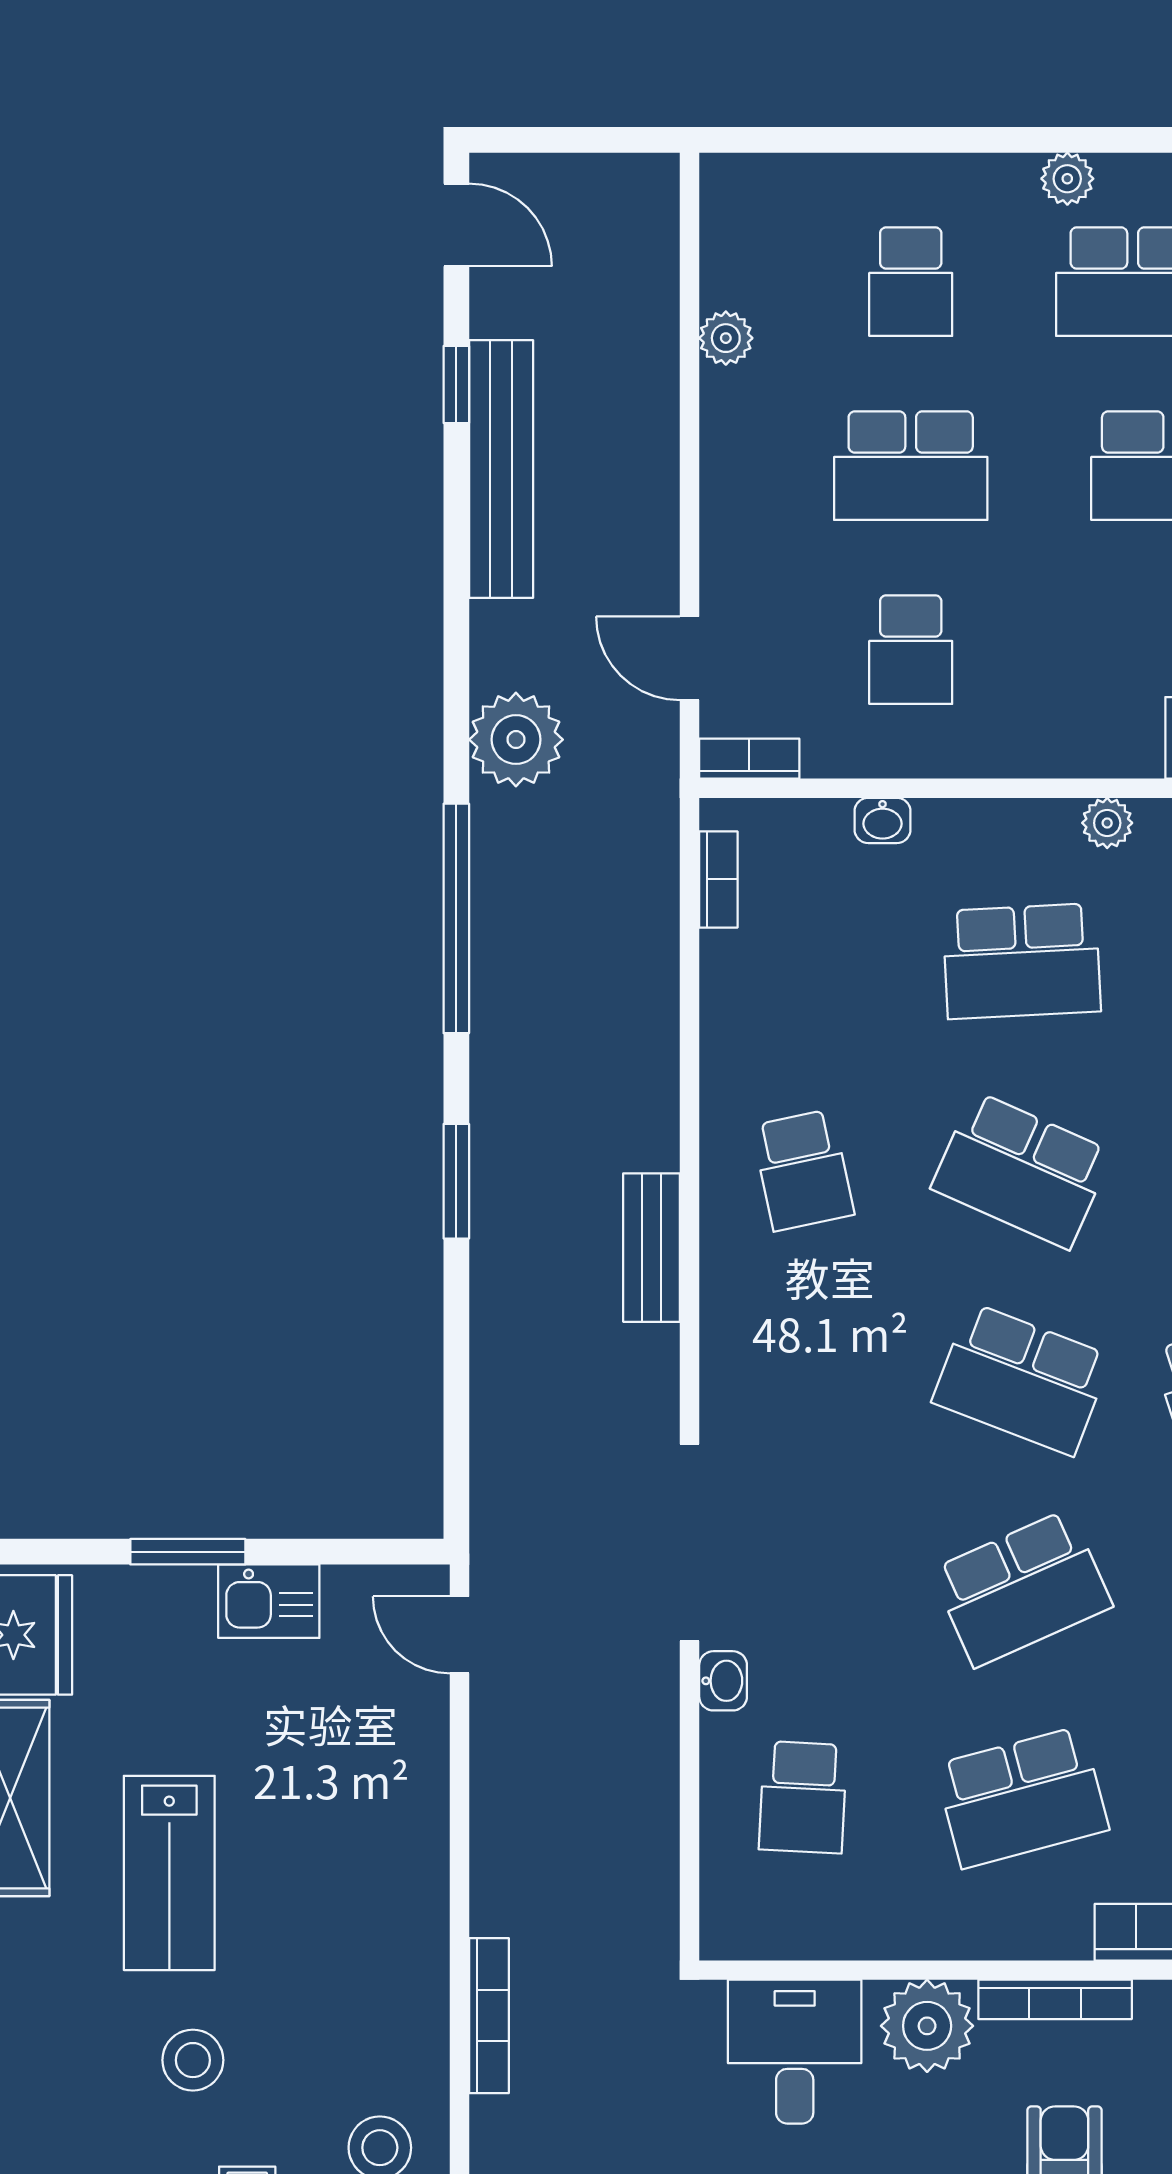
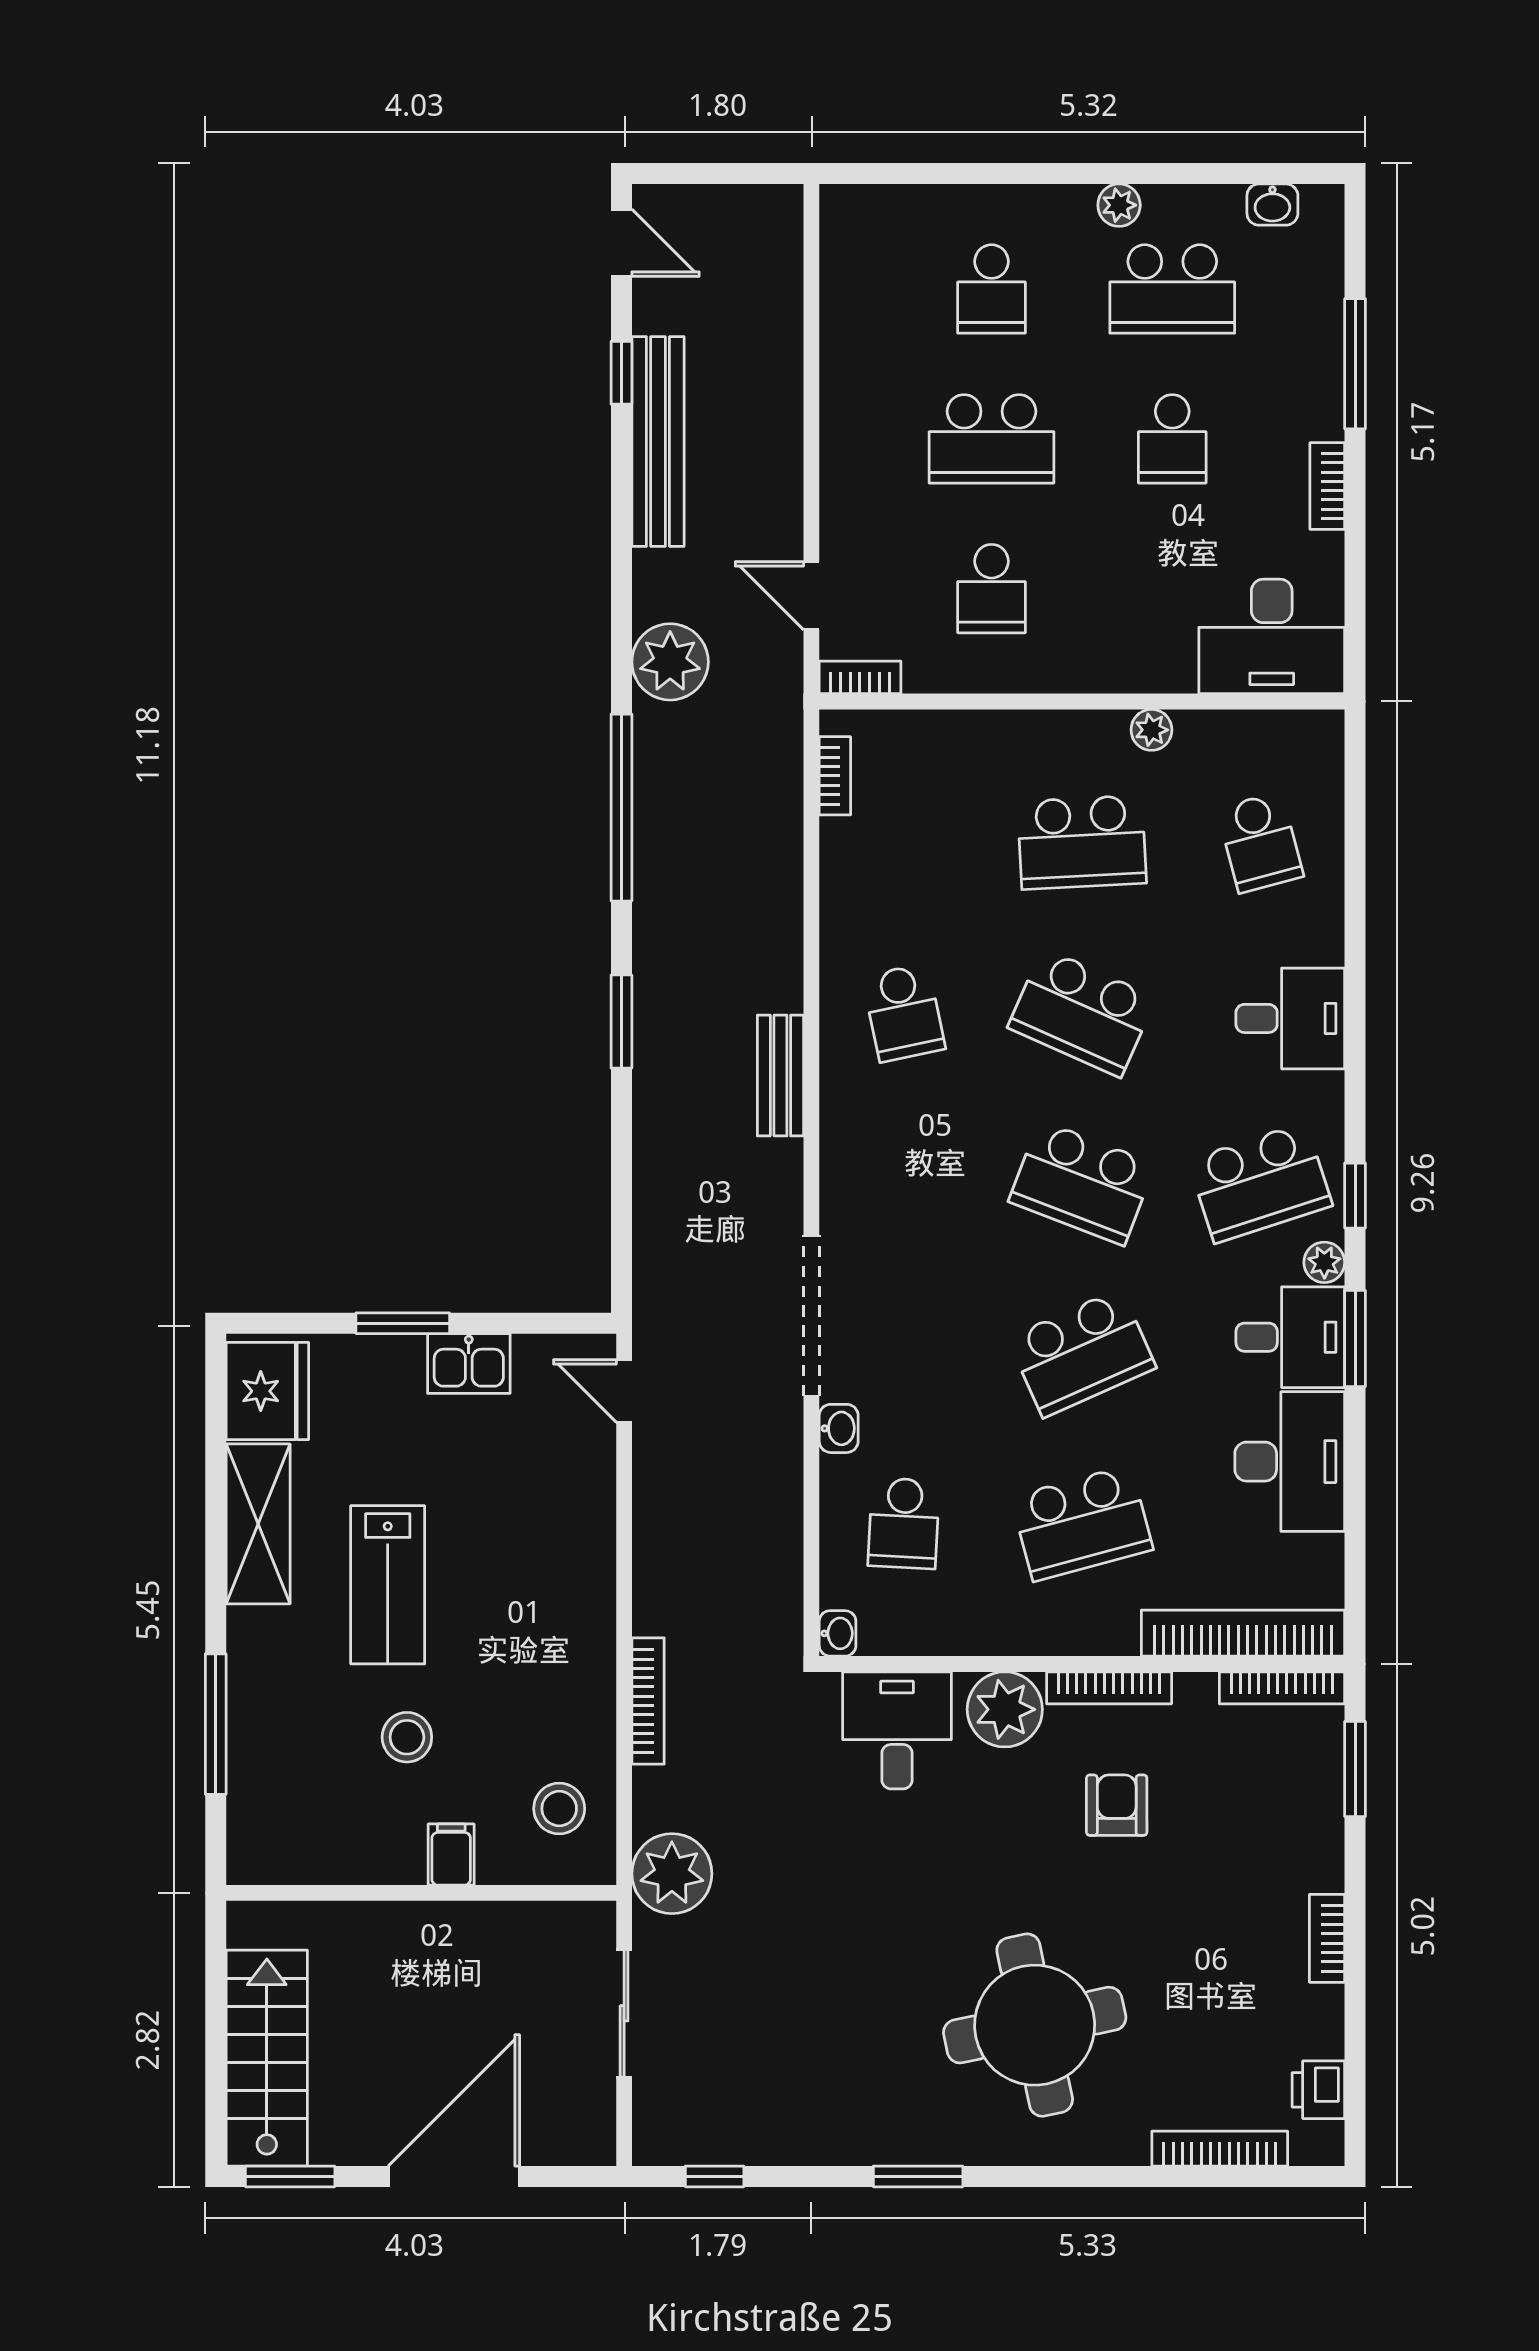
plant: (726, 338) -> (841, 335), removed
washbasin: (882, 820) -> (838, 1633), moved, turned -90

